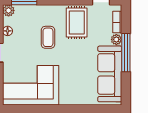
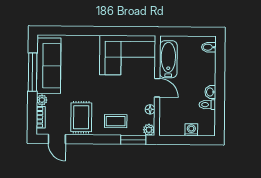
coffee table: (48, 37) -> (116, 121), moved, turned 90
window: (126, 53) -> (33, 72), moved

